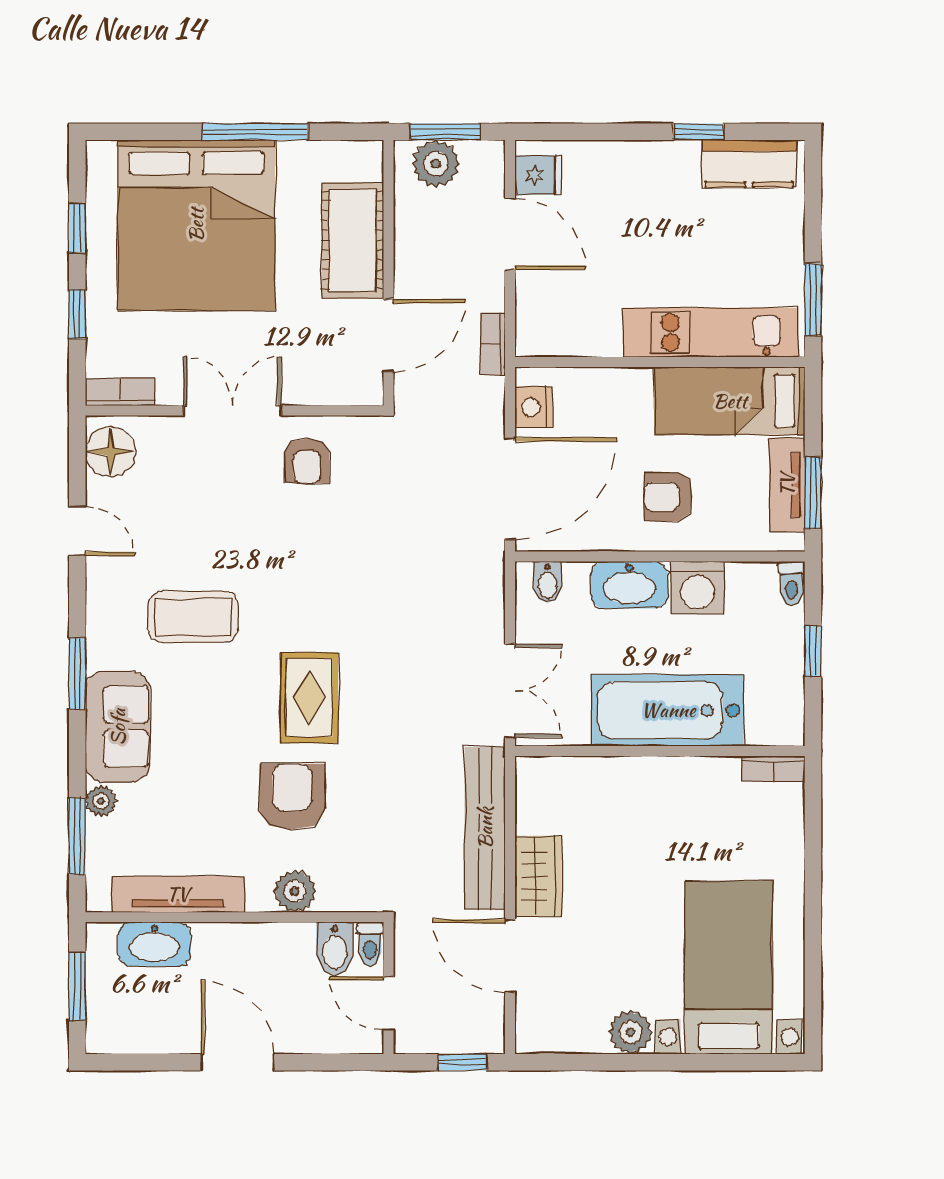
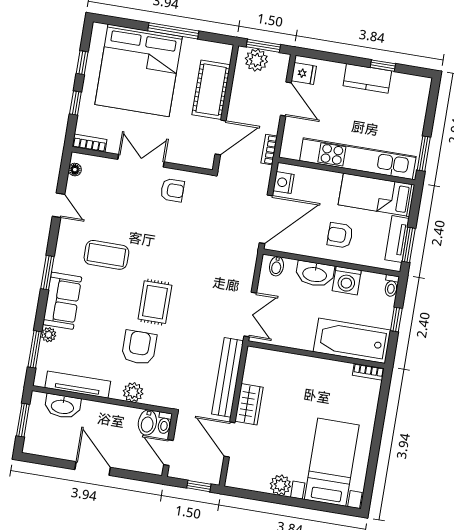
kitchen counter: (749, 164) -> (367, 78), moved
kitchen unit: (711, 332) -> (358, 159), width x1.36
floor lamp: (111, 452) -> (75, 170), width x0.53, depth x0.53
armchair: (307, 461) -> (172, 190), turned -90
bathtub: (668, 710) -> (352, 341), moved

